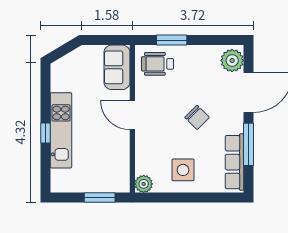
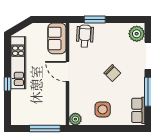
wheelchair: (157, 64) -> (85, 36), turned 93
kitchen unit: (61, 130) -> (18, 63), moved
row of seats: (234, 162) -> (138, 110), width x0.68
window: (100, 198) -> (45, 129), width x1.44

